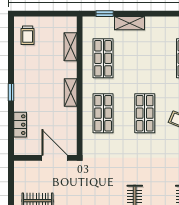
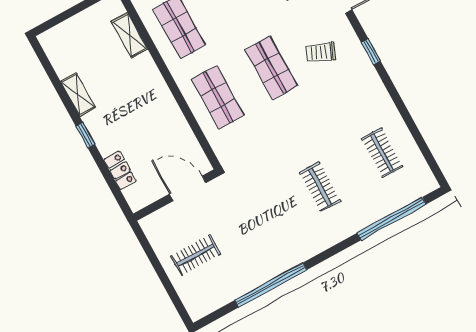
trolley: (28, 35) -> (66, 51), removed
shelving: (71, 92) -> (78, 95), moved

